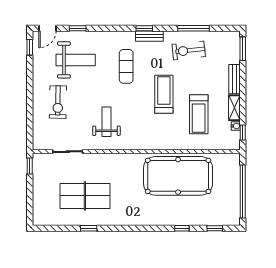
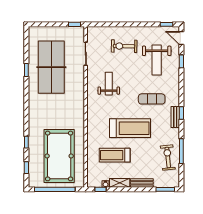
exercise bike: (189, 50) -> (168, 157), moved
treadmill: (164, 94) -> (130, 128), width x1.37, depth x1.38
weight bench: (106, 122) -> (109, 84), turned -90
pool table: (178, 176) -> (59, 156), moved
table tennis table: (85, 196) -> (51, 67), width x1.36, depth x1.32

